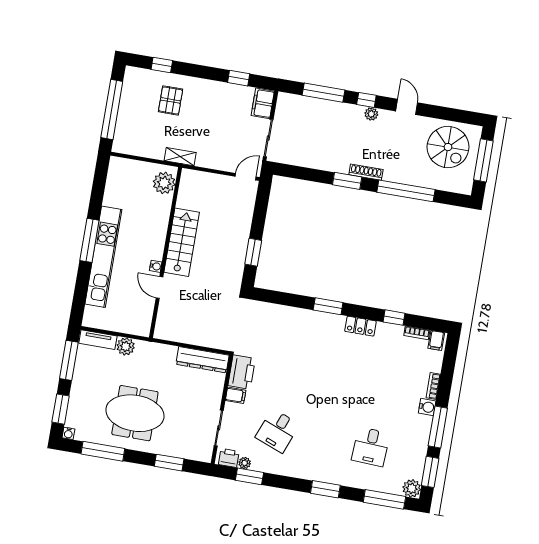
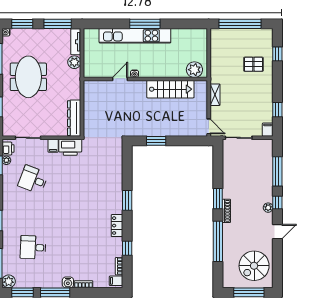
filing cabinet: (263, 103) -> (268, 130), width x0.50
shelving: (180, 157) -> (215, 95), moved
stairs: (182, 242) -> (170, 89), moved

